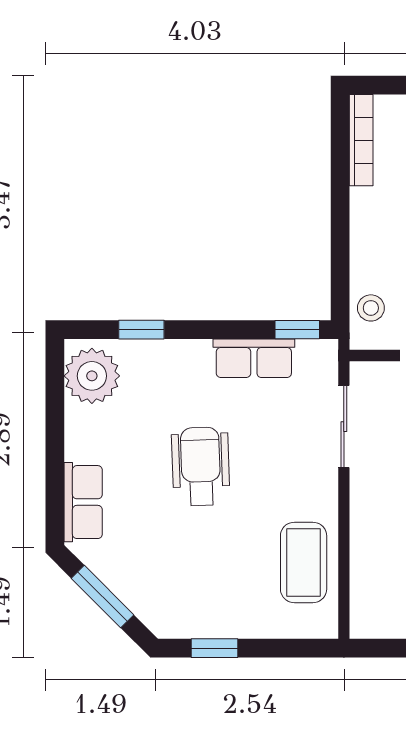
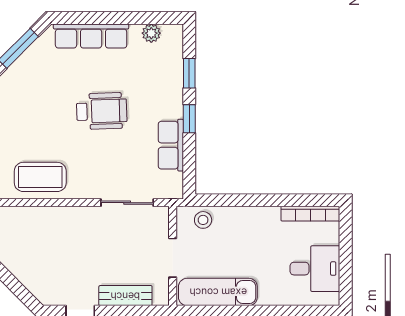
window: (297, 330) -> (189, 119), moved
plant: (92, 376) -> (151, 33), width x0.53, depth x0.53
row of seats: (83, 502) -> (91, 36), width x1.48

